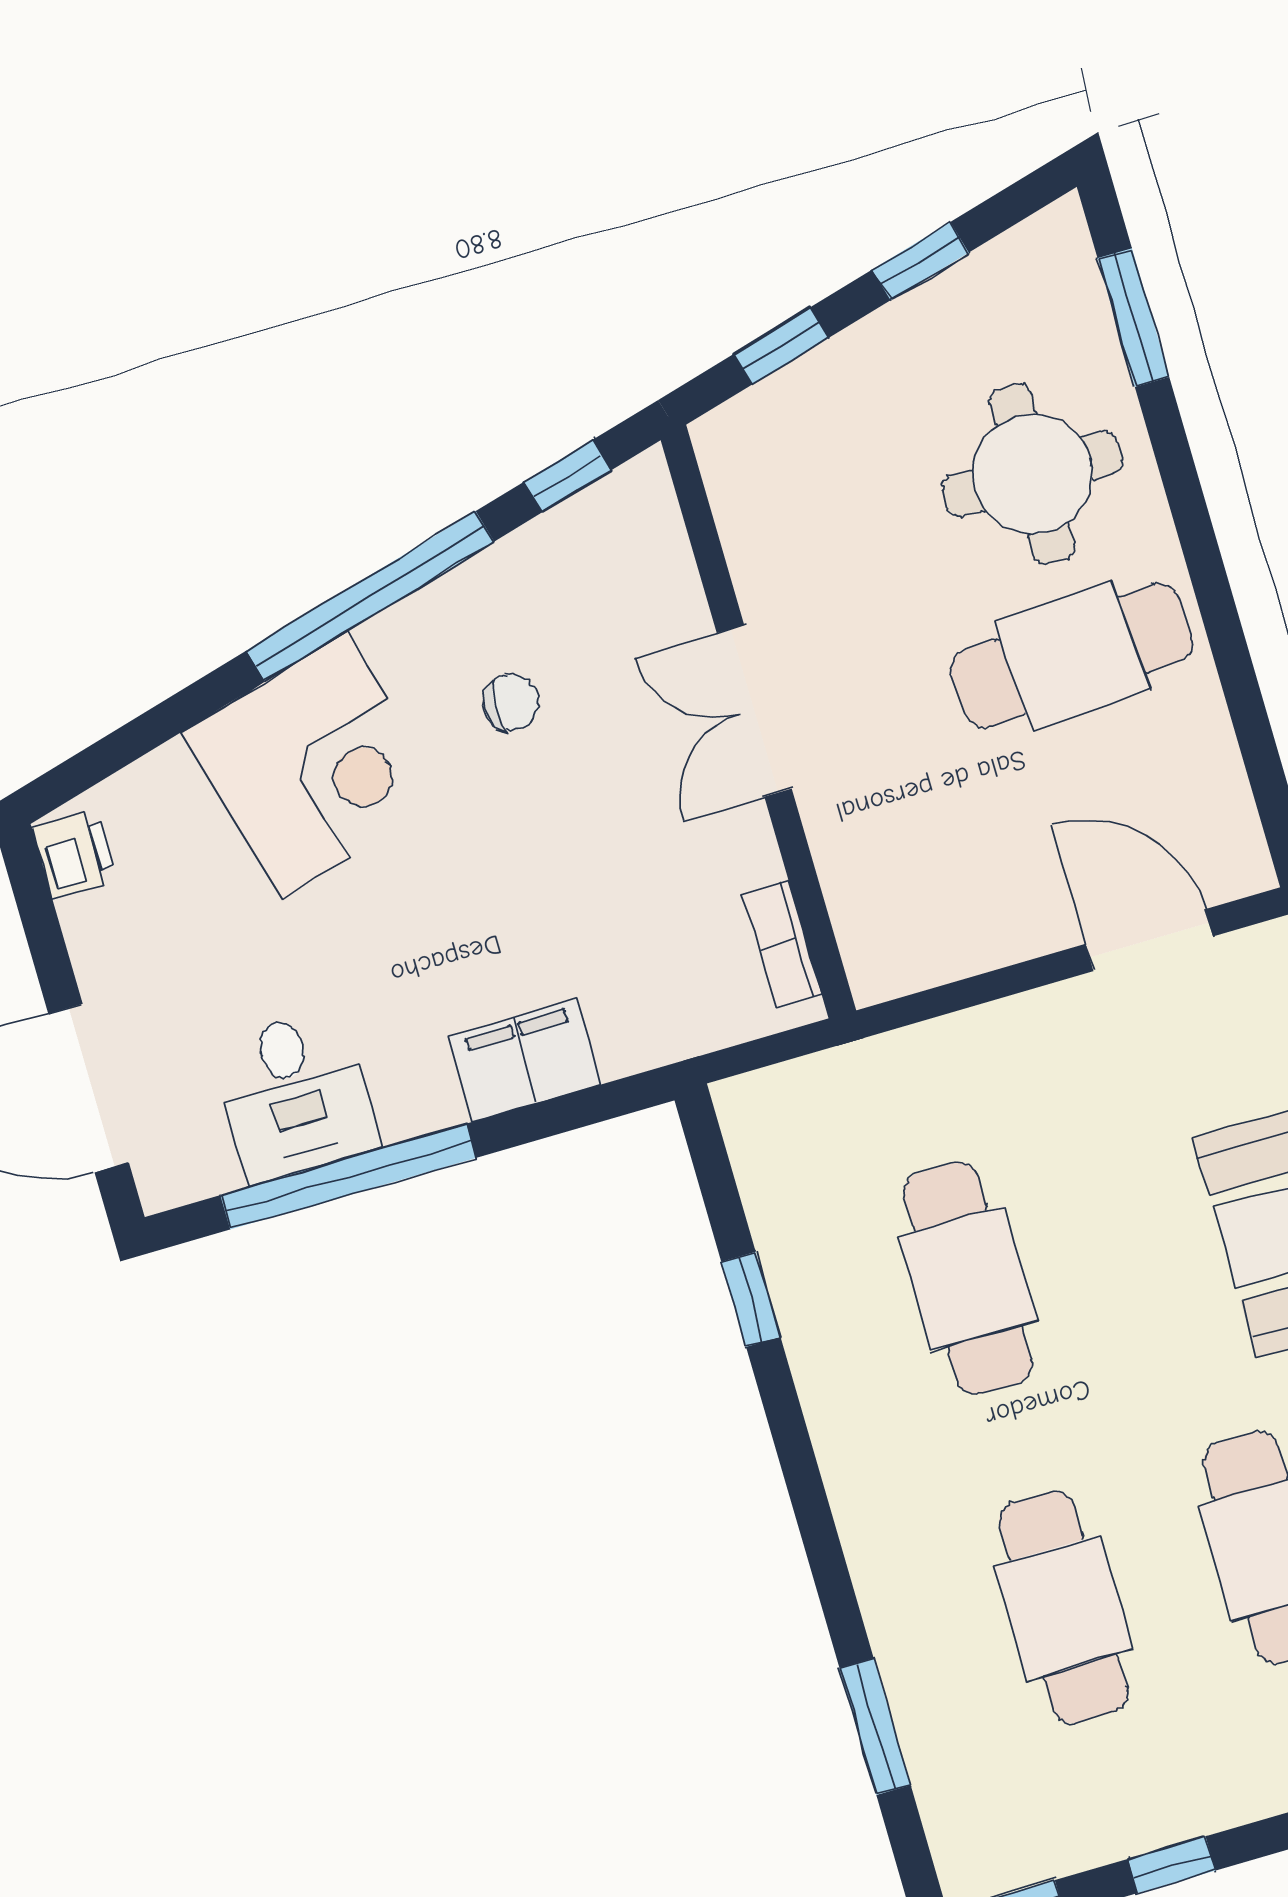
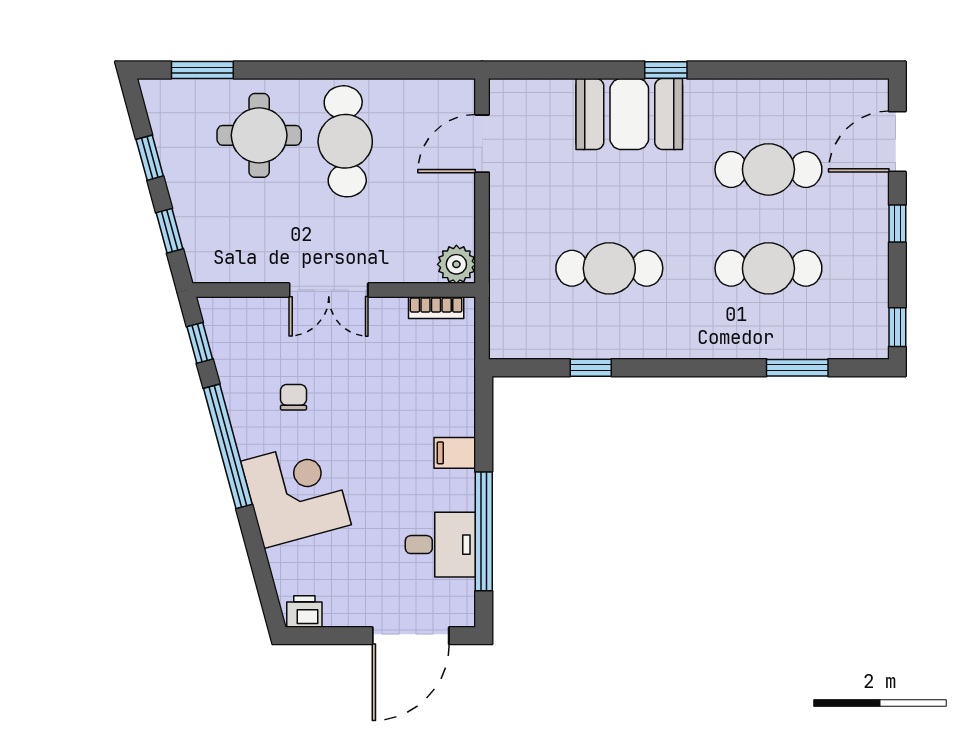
plant: (884, 960) -> (456, 264), added
filing cabinet: (525, 1060) -> (455, 453), width x0.50
window: (1172, 1865) -> (897, 223), moved

